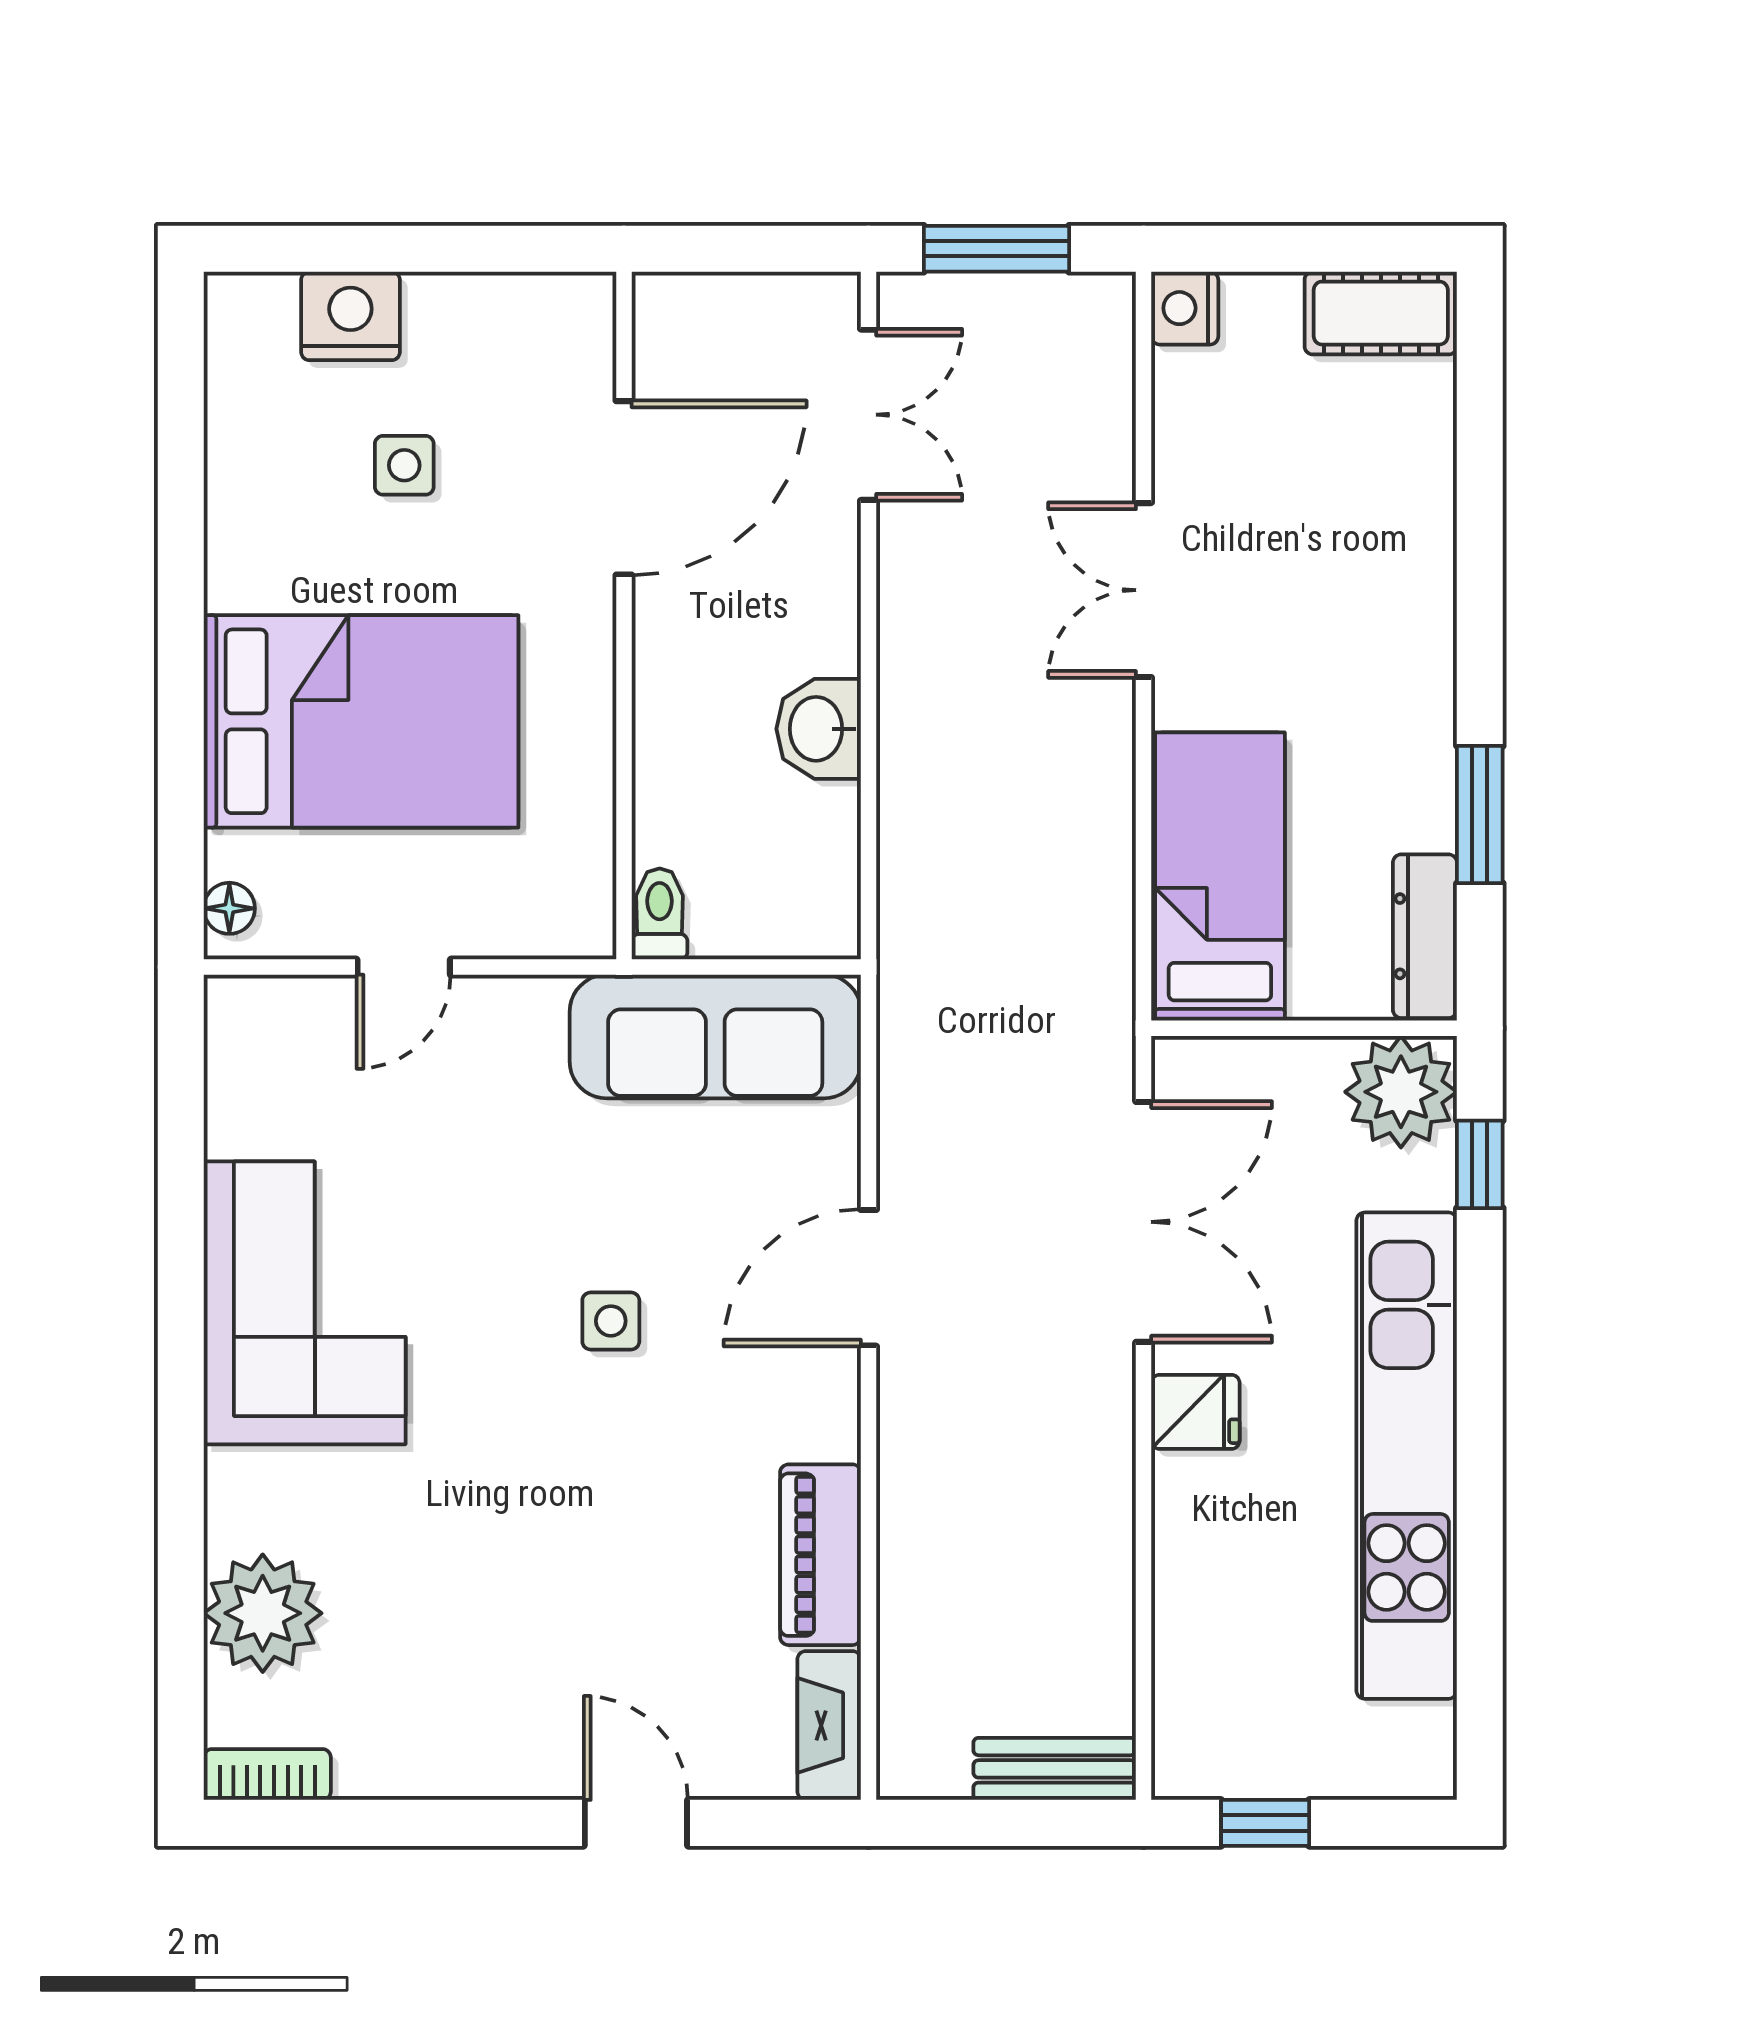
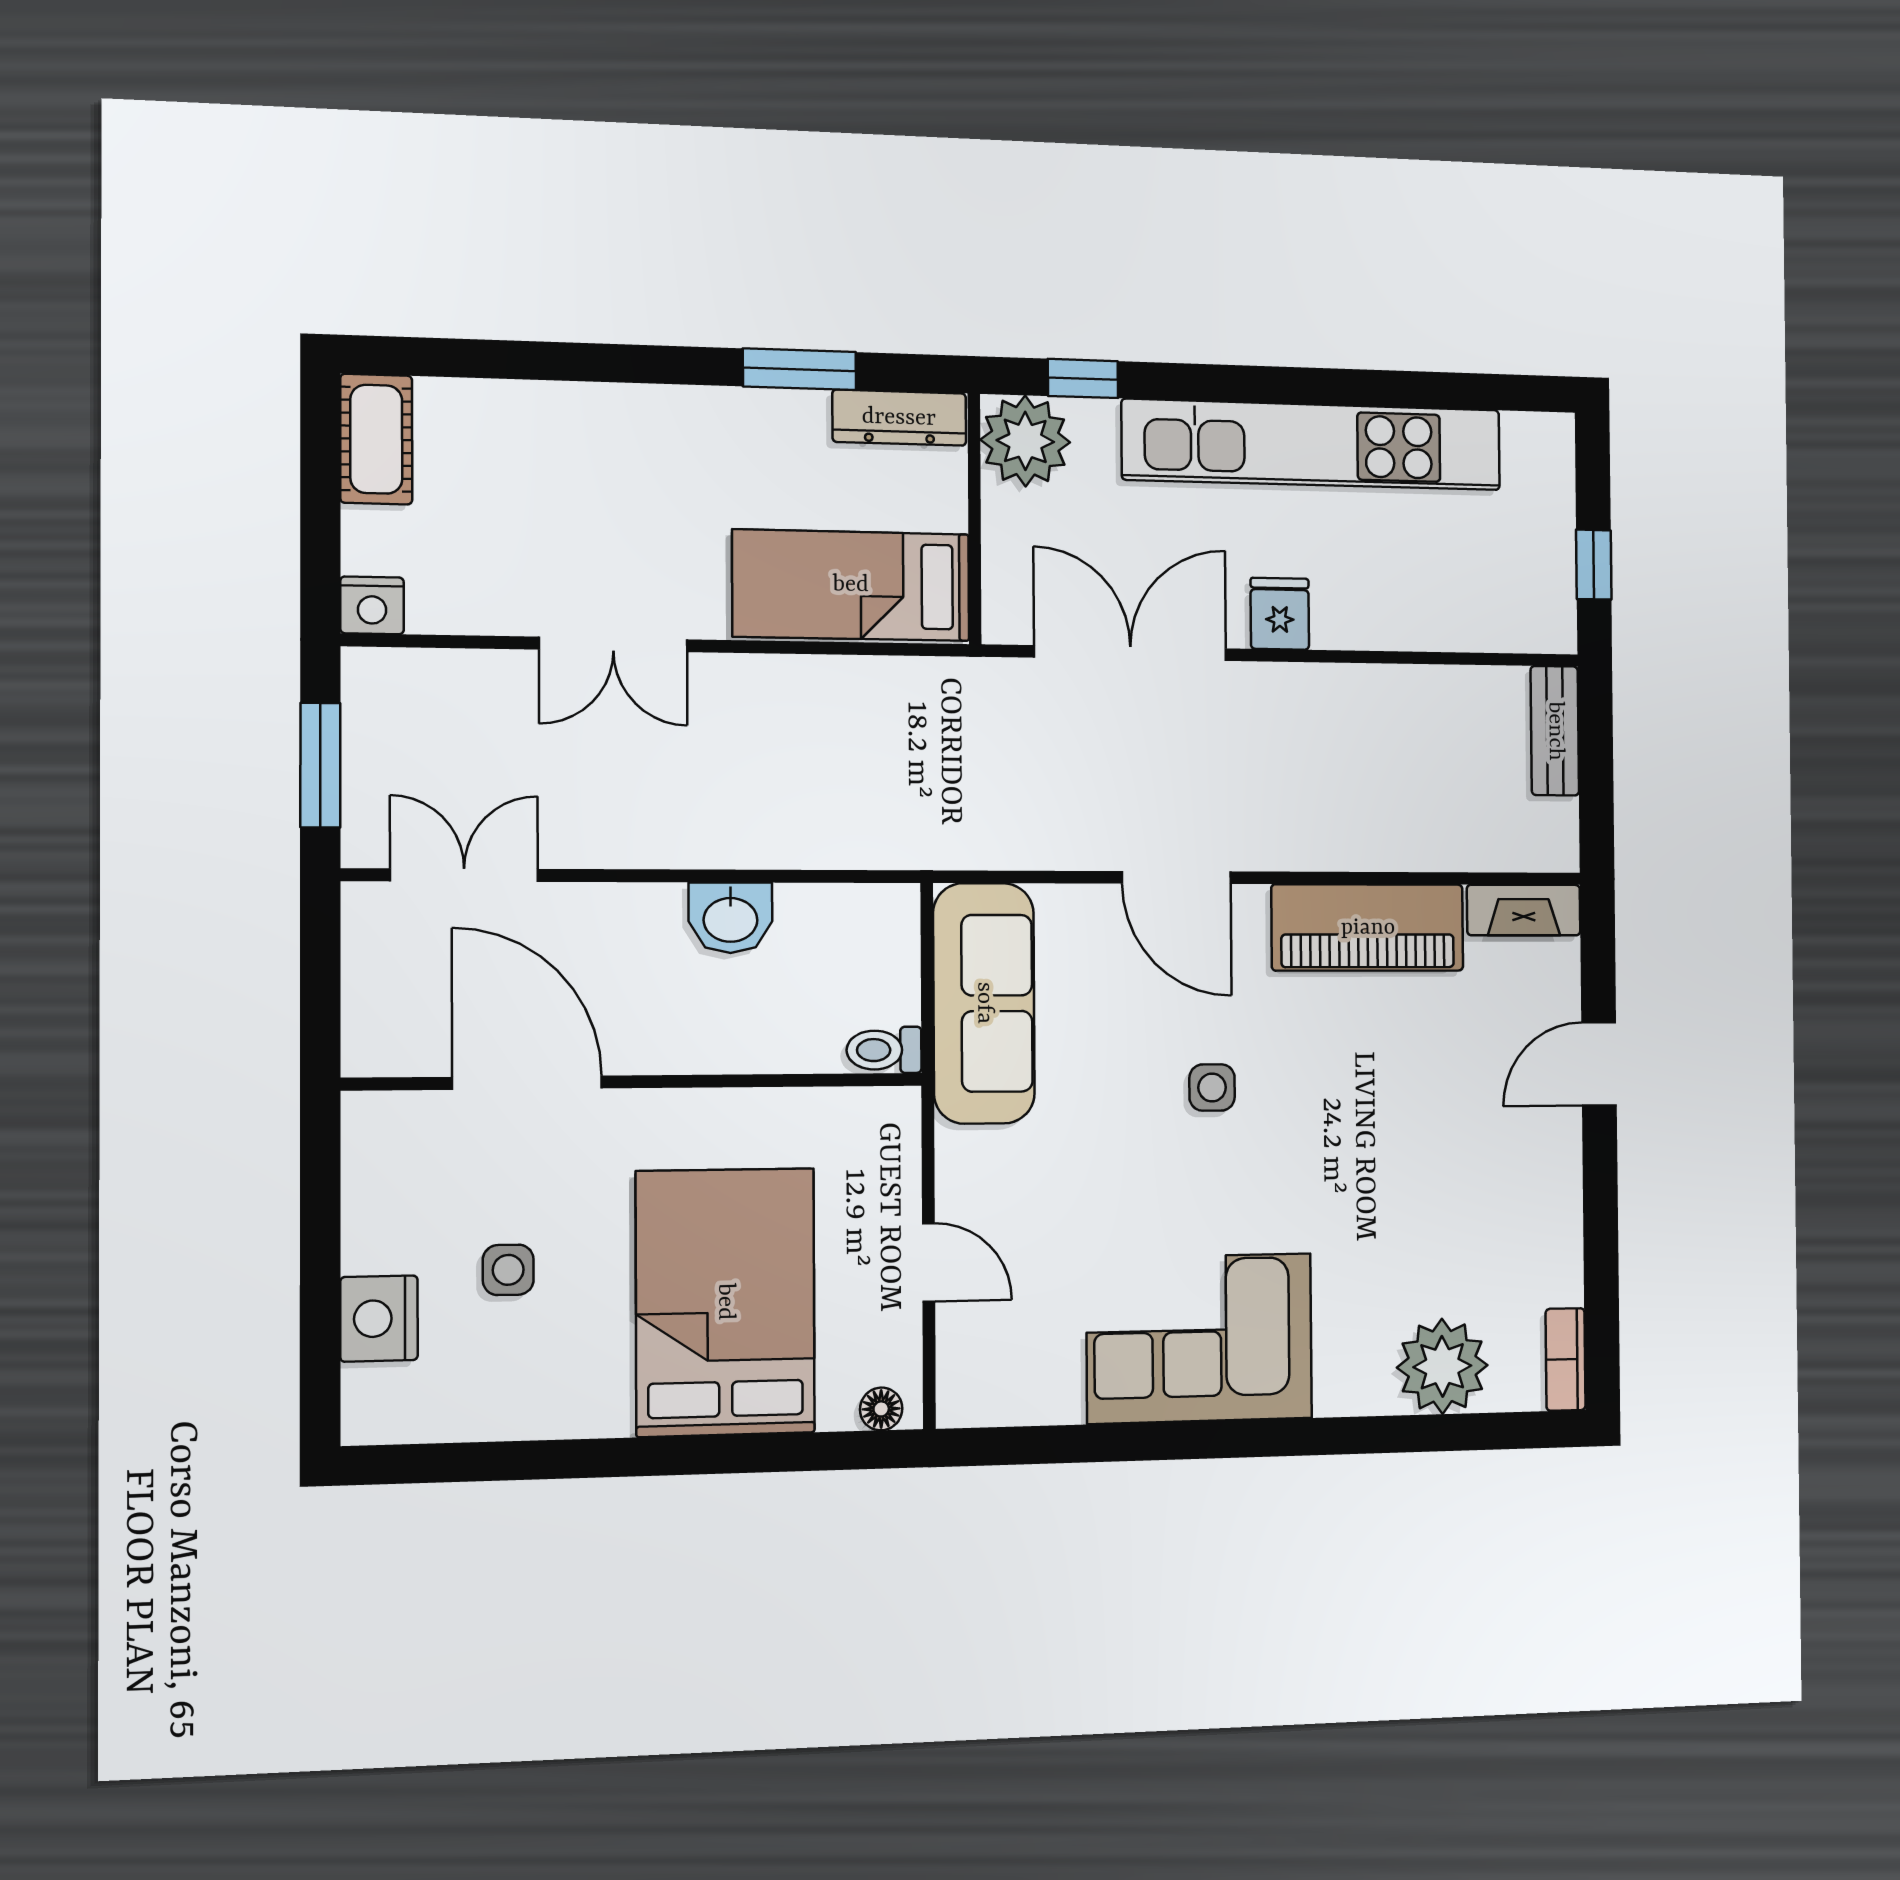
piano: (820, 1555) -> (1368, 928), width x1.37, depth x1.33

